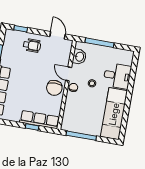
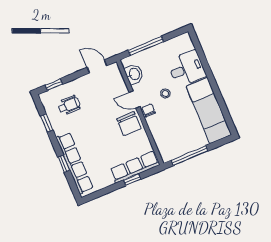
wheelchair: (32, 45) -> (69, 105), moved

